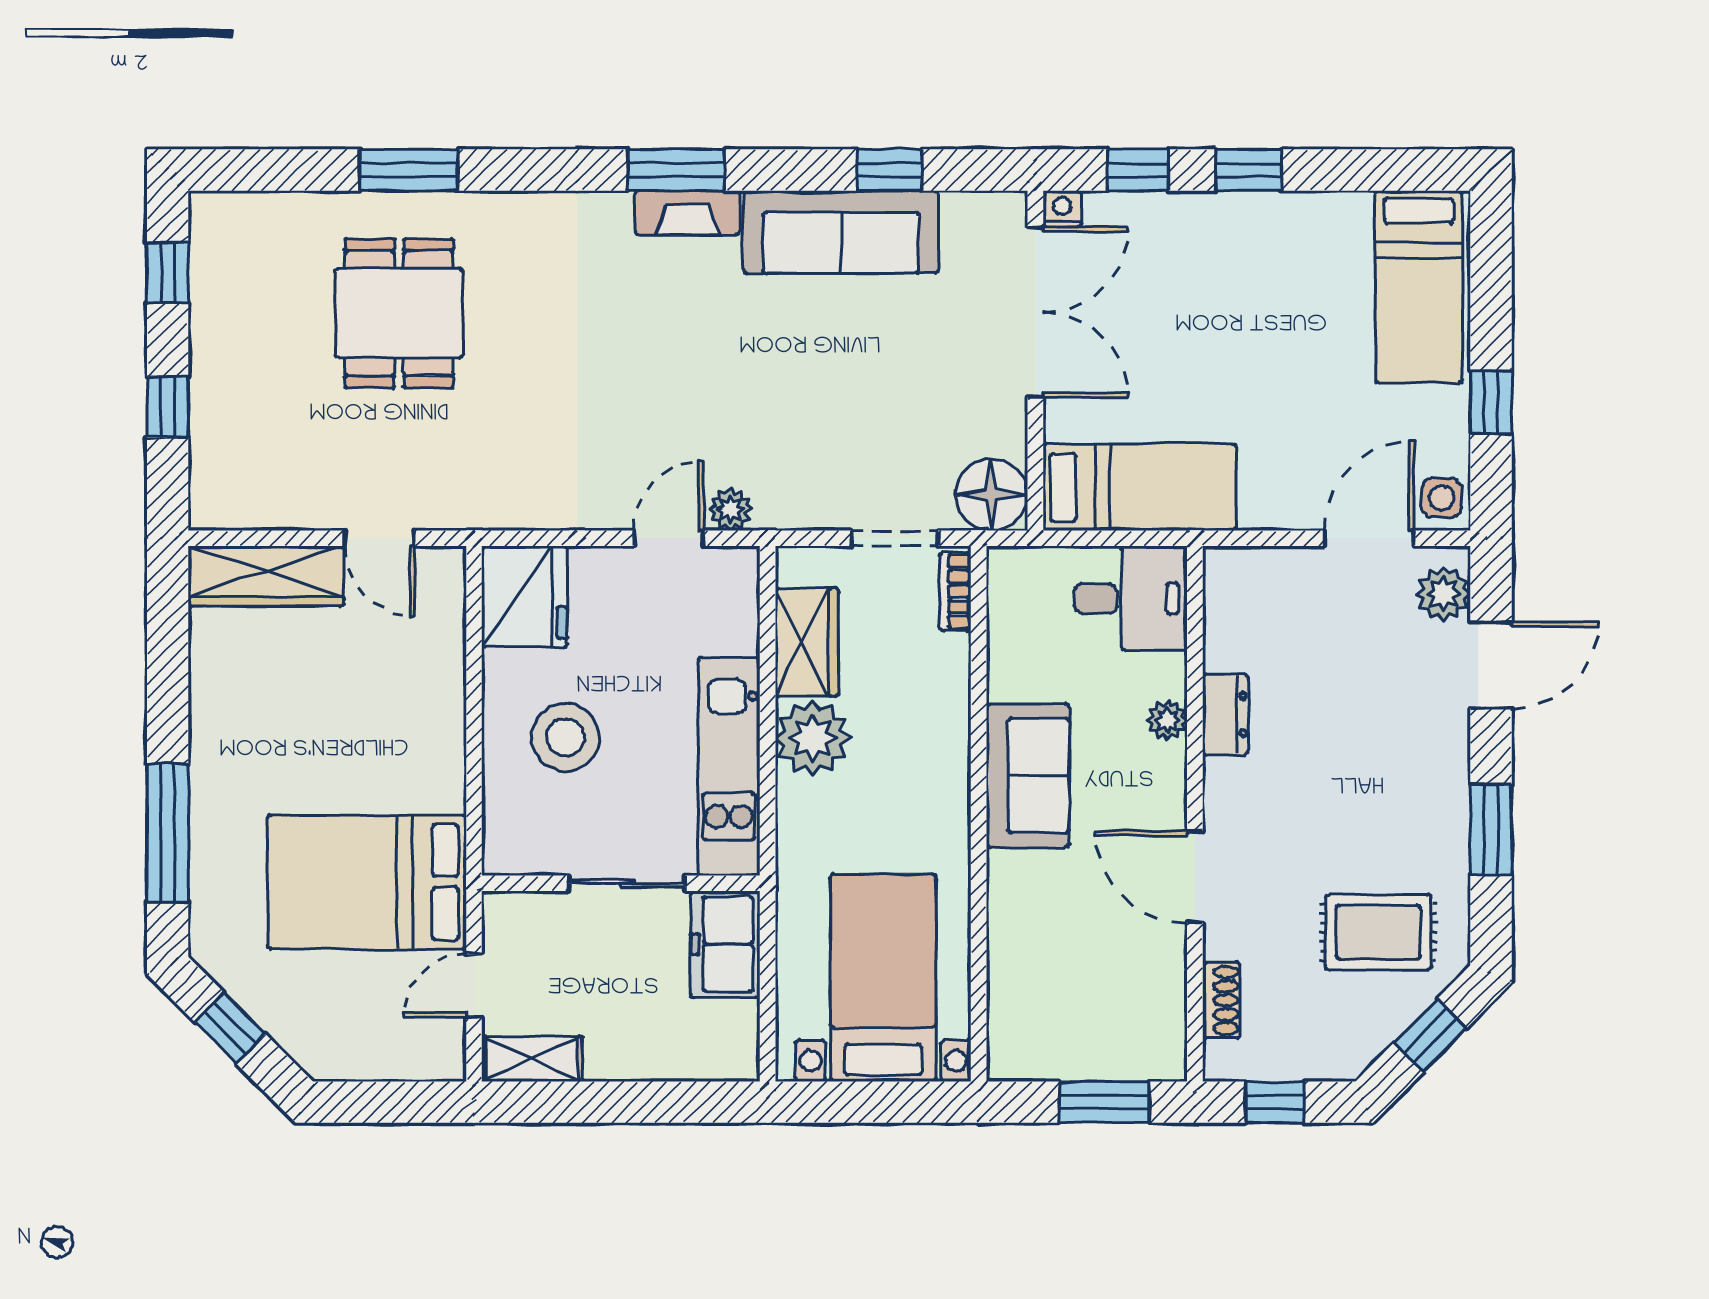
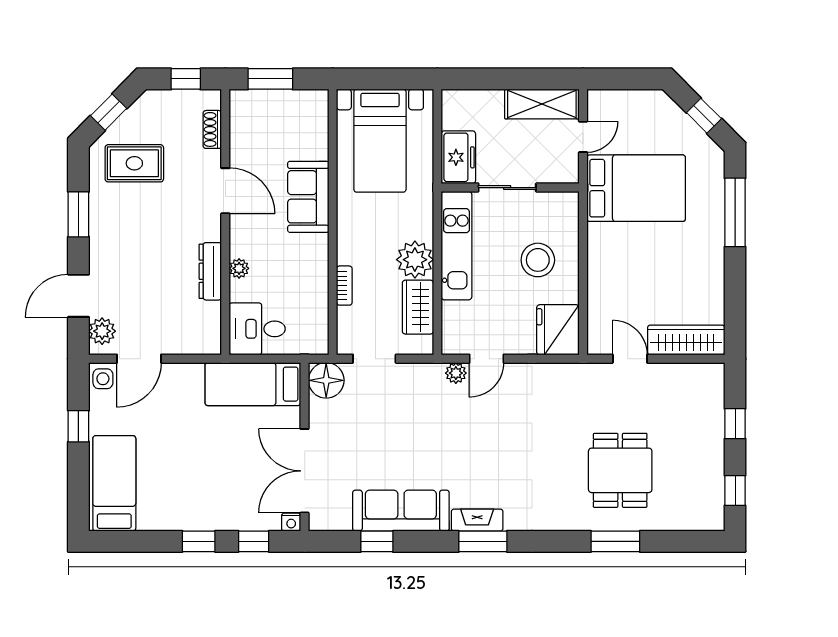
bookcase: (955, 592) -> (344, 286), moved
dresser: (1225, 714) -> (210, 271), width x1.44
sofa: (1028, 776) -> (308, 197), moved
shelving: (532, 1059) -> (542, 104), width x1.50, depth x1.33

